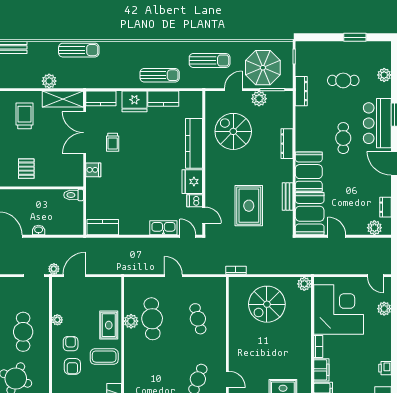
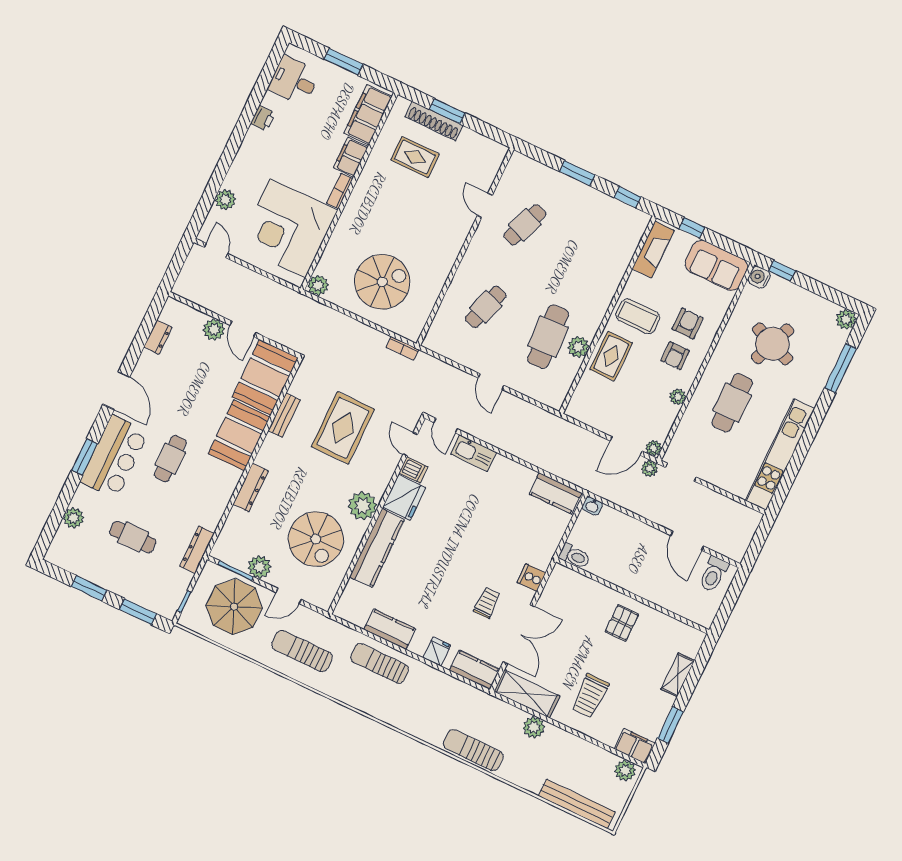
window: (319, 37) -> (138, 612), added
fridge: (134, 101) -> (437, 652), width x0.53, depth x0.75
plant: (215, 165) -> (363, 506), added
plant: (374, 228) -> (214, 330), moved
washbasin: (39, 230) -> (592, 506), moved
plant: (57, 282) -> (654, 448), added
cafe table: (198, 319) -> (486, 307), turned 33

